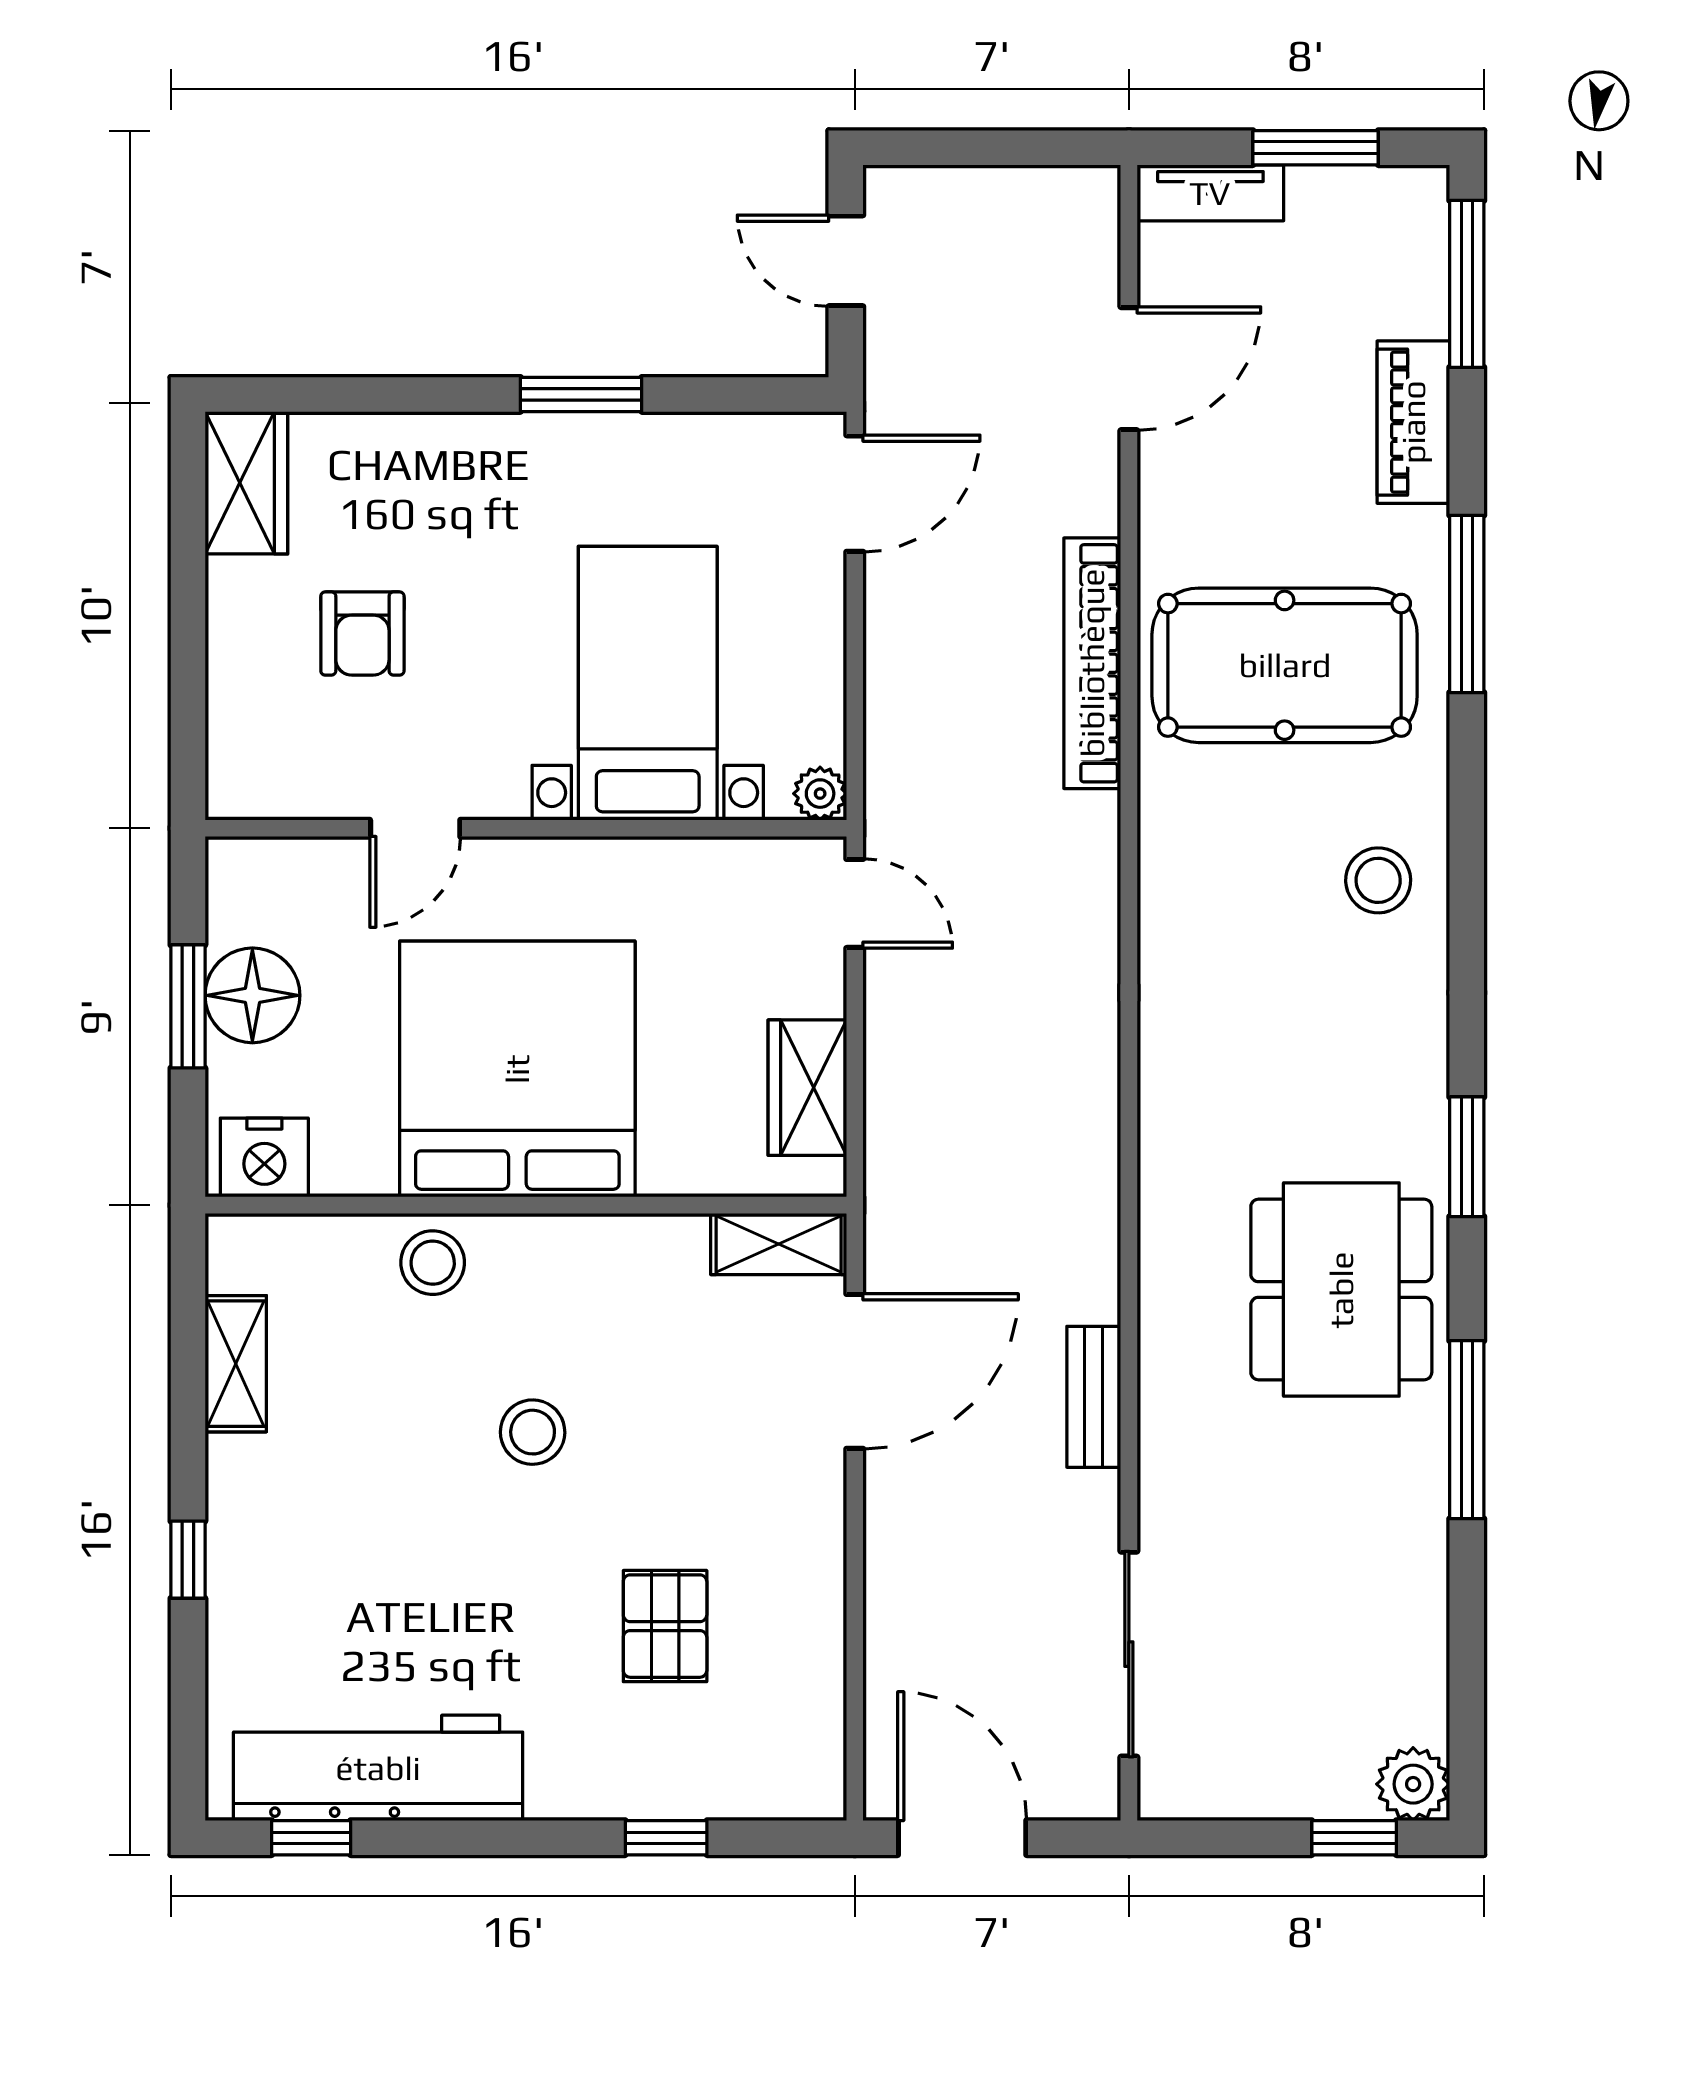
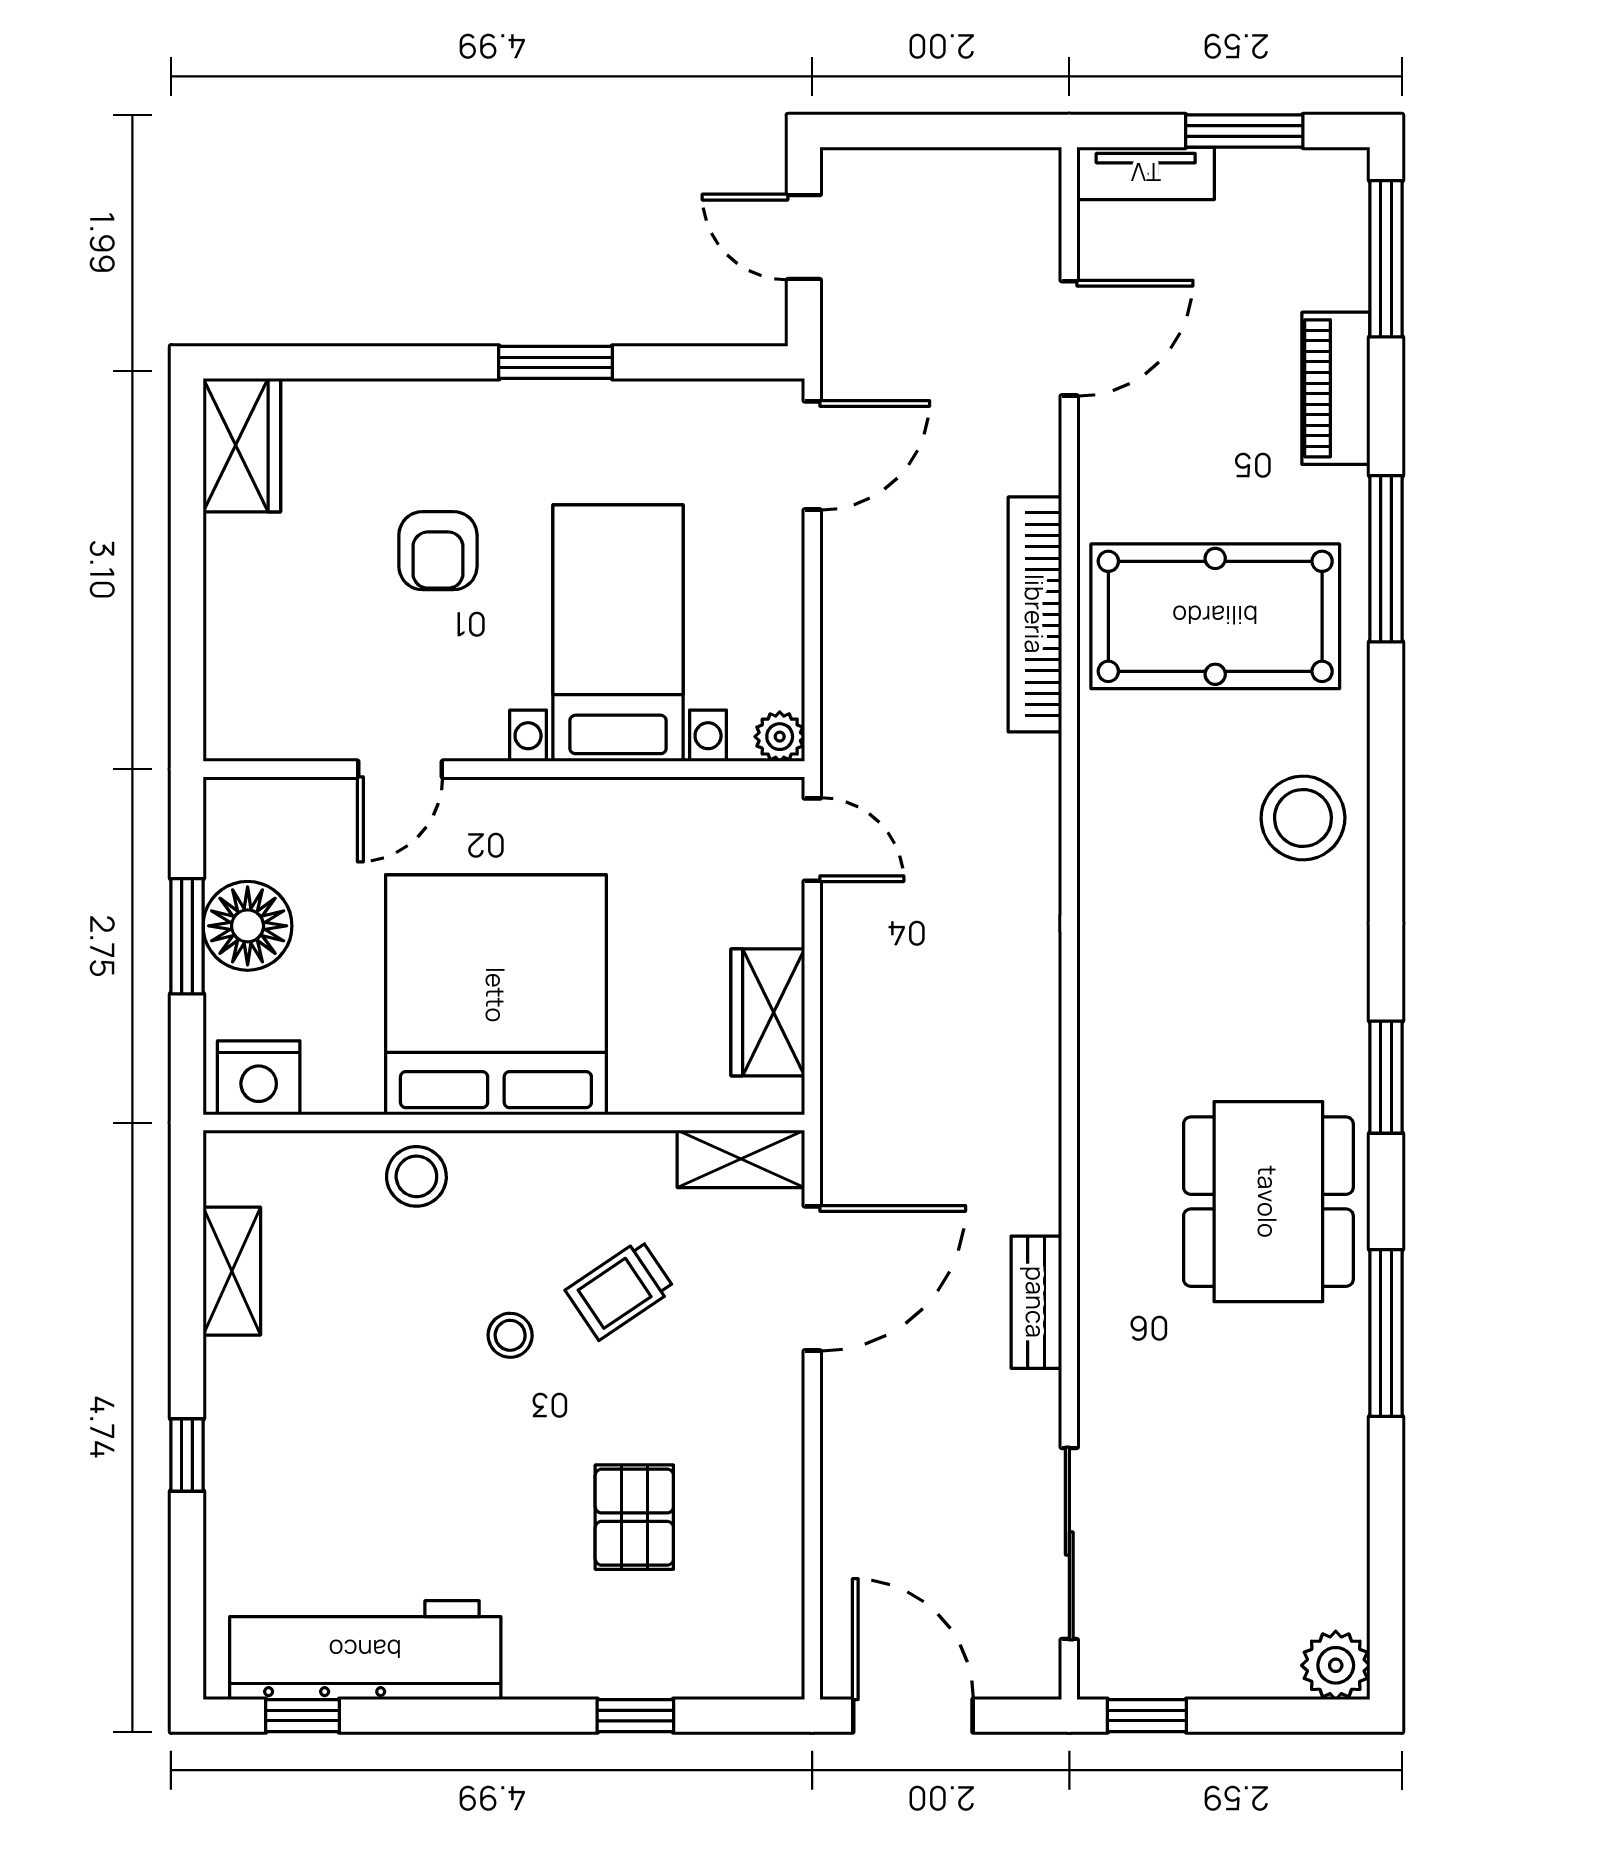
armchair: (362, 633) -> (438, 551), moved
stool: (1378, 880) -> (1303, 818), width x1.38, depth x1.38
trolley: (650, 1383) -> (620, 1290), added
stool: (533, 1432) -> (510, 1335), width x0.73, depth x0.73
window: (1354, 1838) -> (1147, 1716), moved

